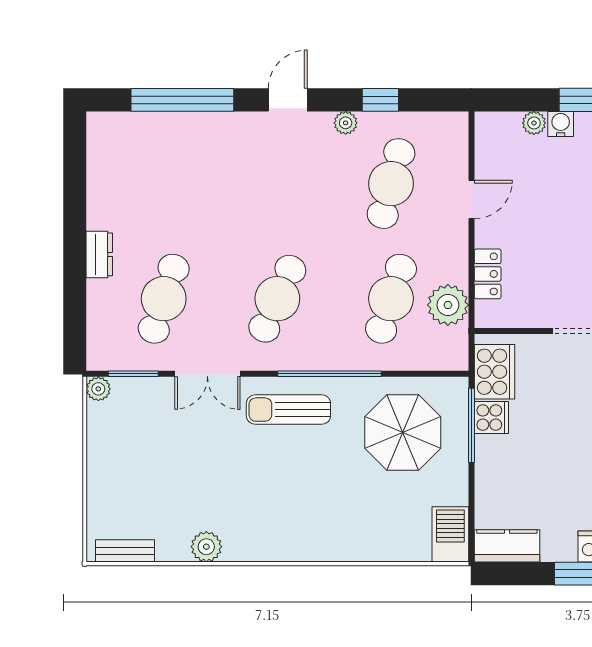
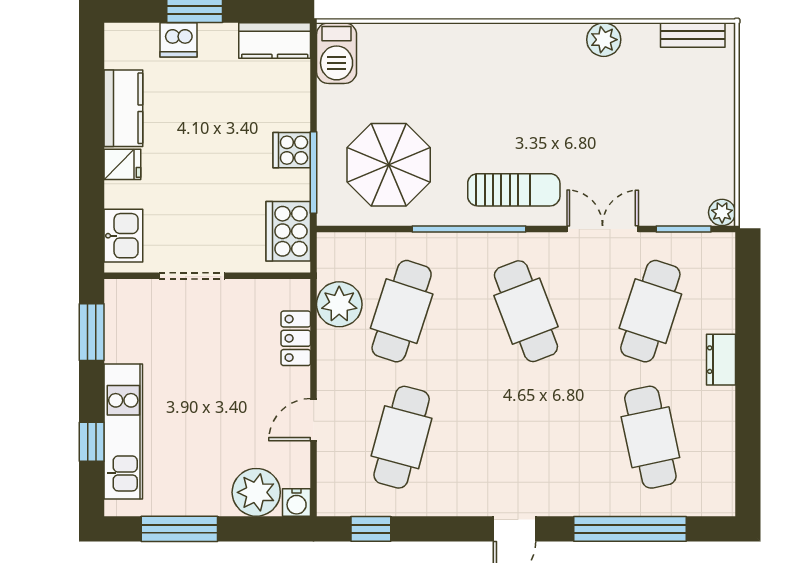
window: (380, 100) -> (371, 529), moved
plant: (346, 123) -> (451, 504), removed
plant: (534, 123) -> (256, 492), width x1.88, depth x1.88
water cooler: (561, 124) -> (297, 502), moved
cafe table: (164, 184) -> (650, 437), added
cafe table: (277, 299) -> (526, 311), turned -45
cooker: (491, 418) -> (292, 150), moved

